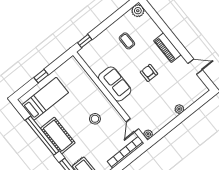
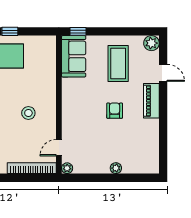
coffee table: (127, 41) -> (118, 63), width x1.86, depth x1.72
door: (195, 67) -> (163, 73), moved
sofa: (115, 84) -> (74, 56), moved

